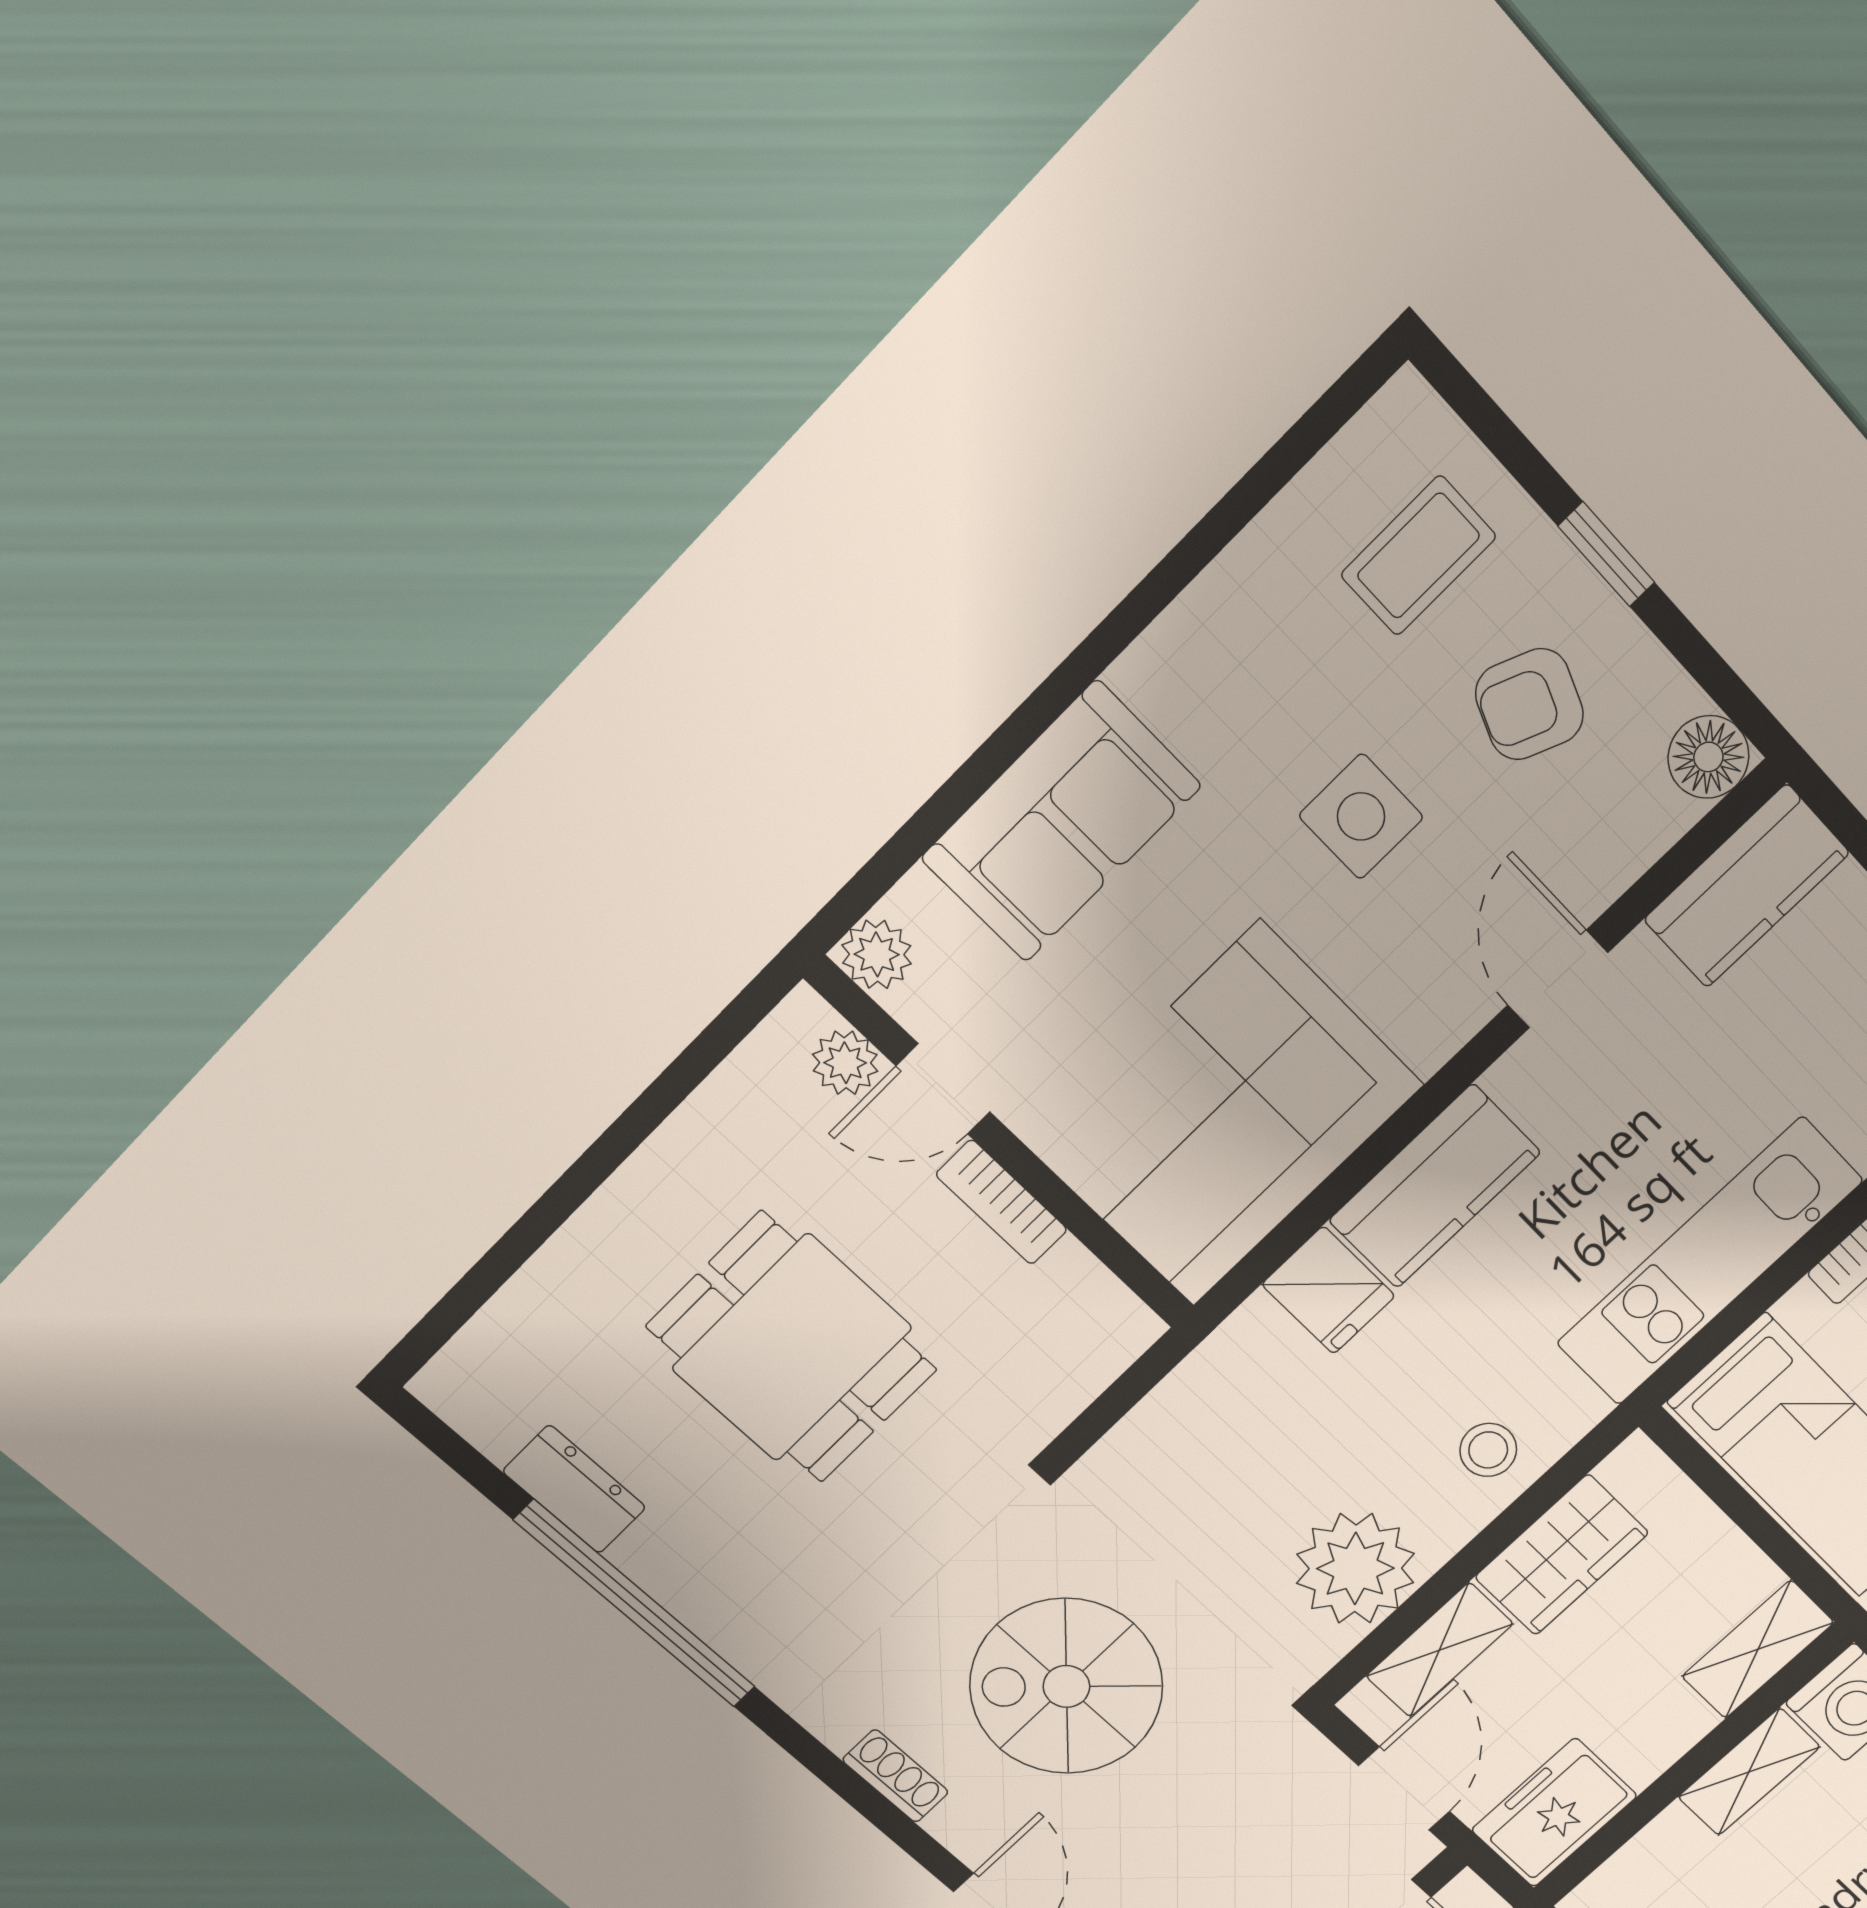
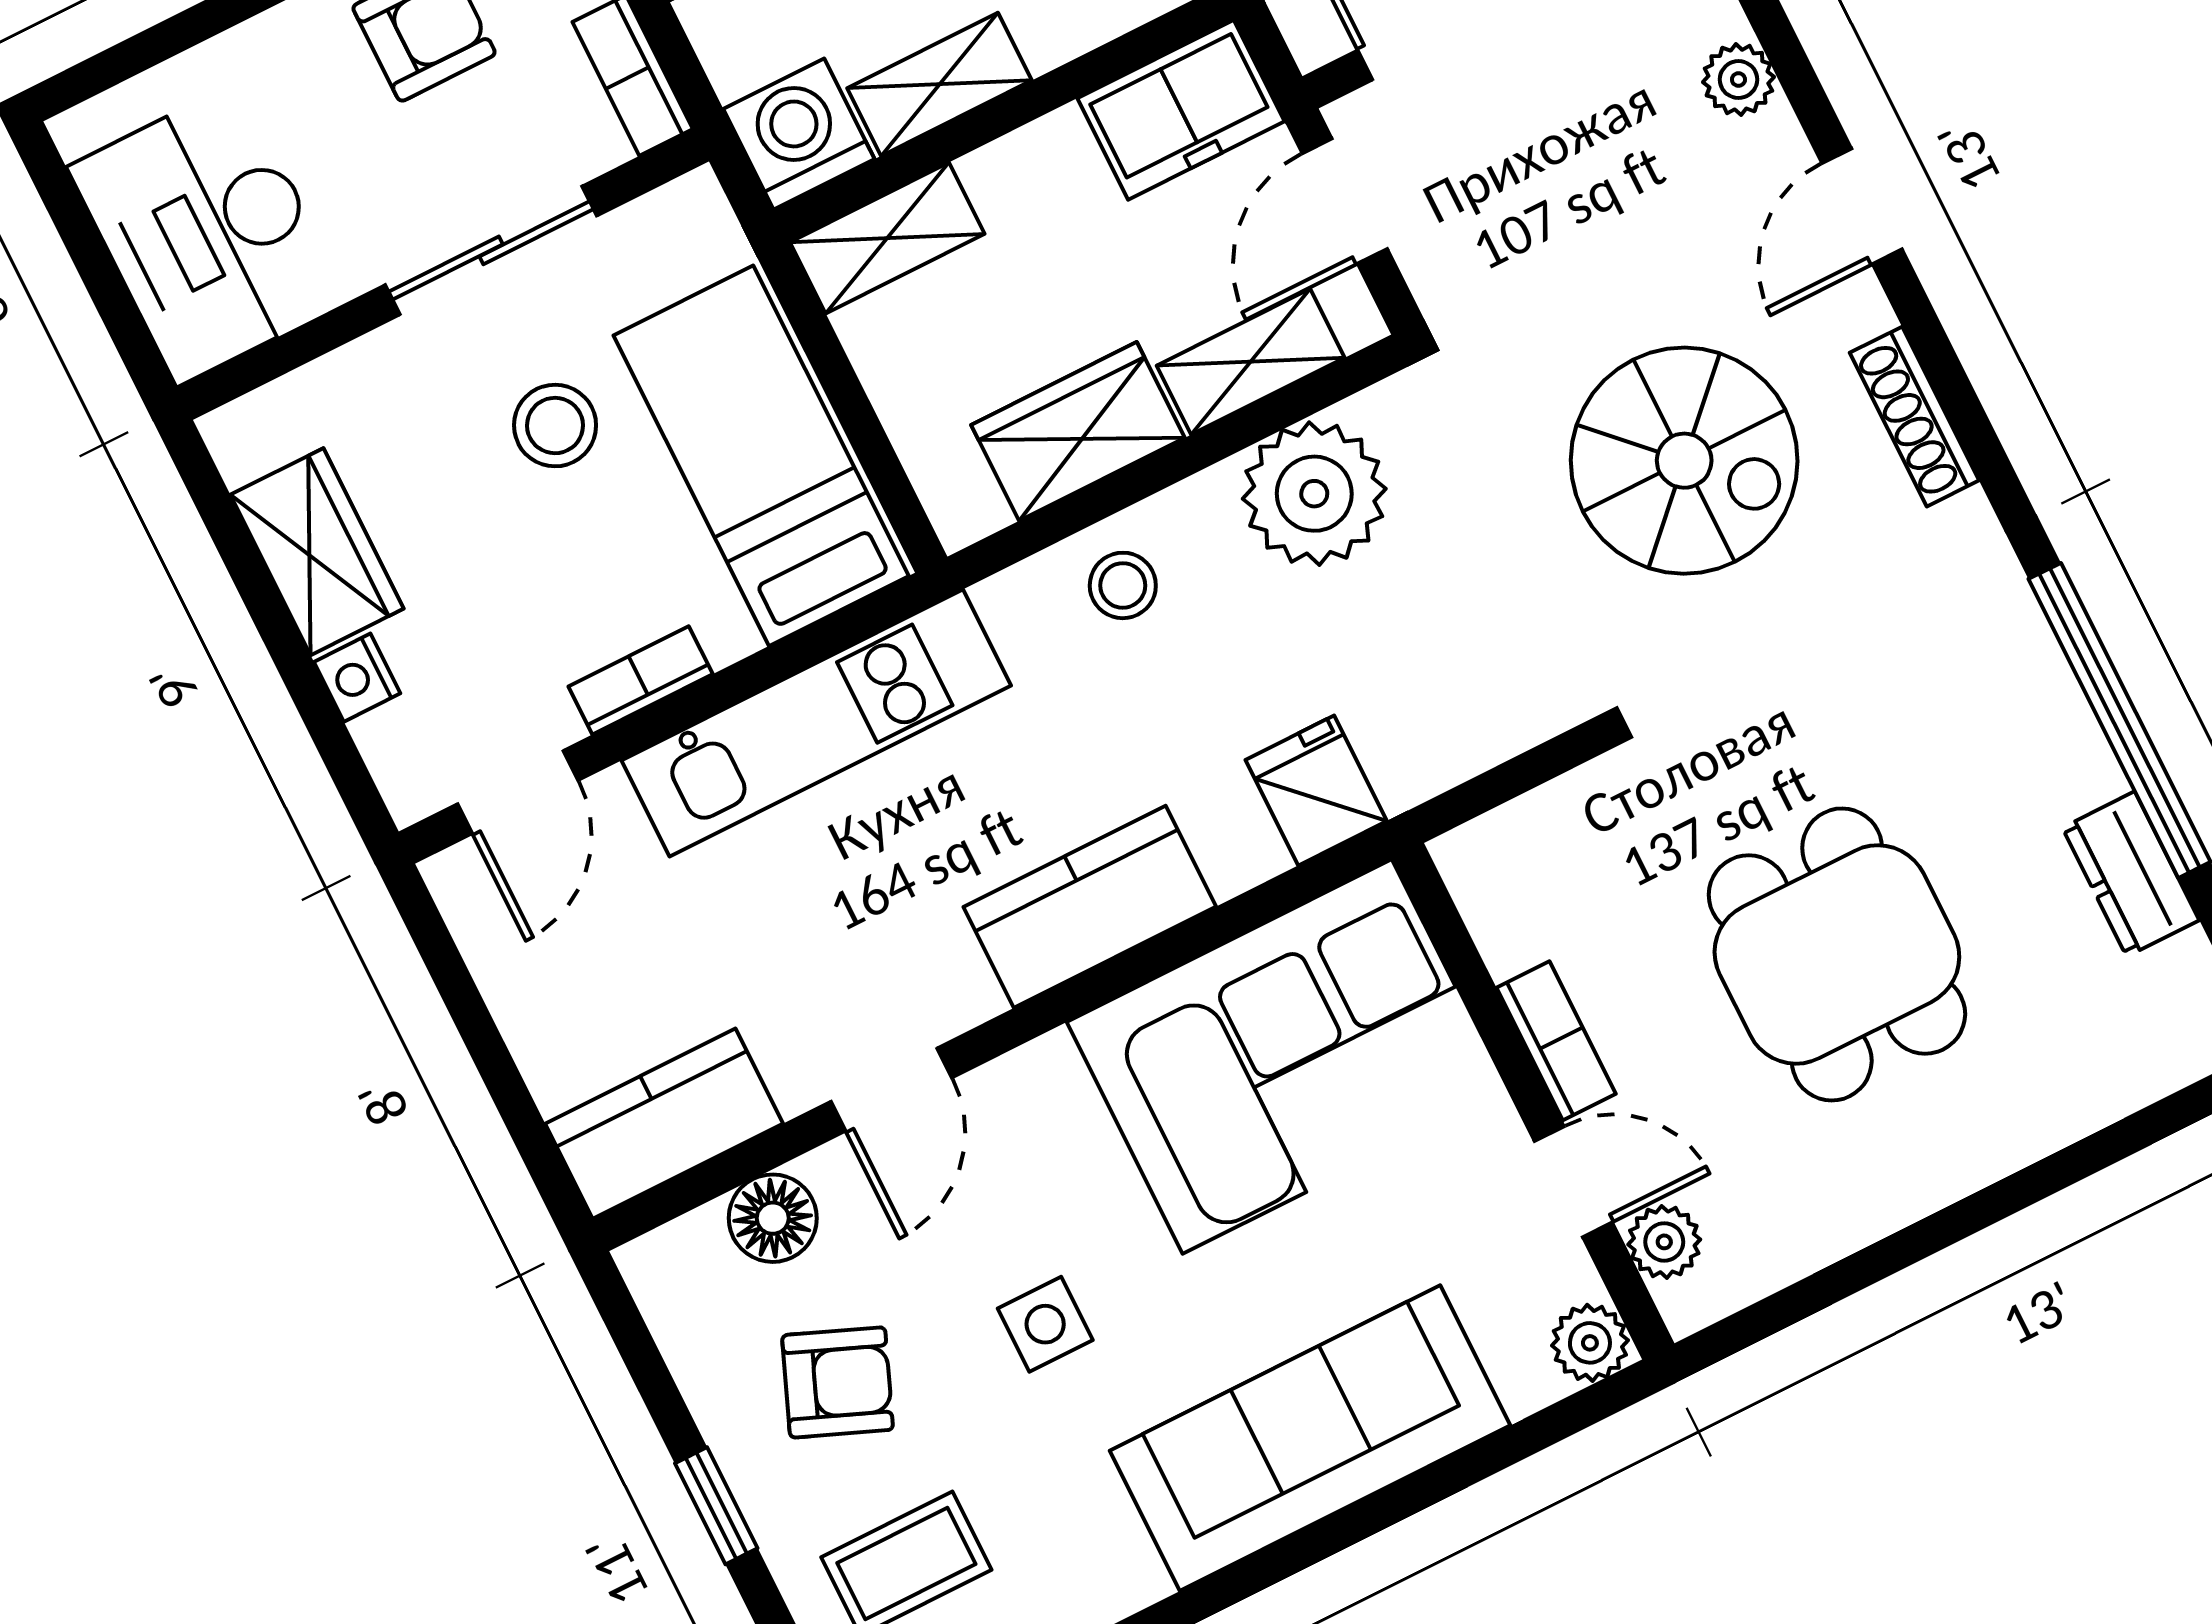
floor lamp: (1708, 757) -> (773, 1218), moved
side table: (1361, 816) -> (1045, 1324), width x0.73, depth x0.73
sofa: (1061, 822) -> (1310, 1438), width x1.36
fridge: (1328, 1290) -> (1316, 790), moved
shoe rack: (895, 1776) -> (1914, 417), width x1.43

